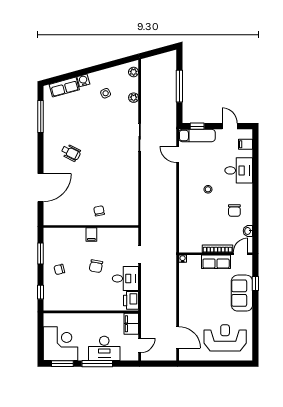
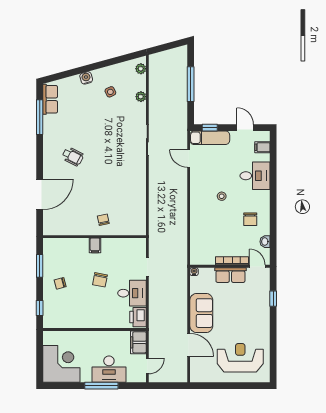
row of seats: (64, 87) -> (50, 99), moved, turned -75
door: (241, 254) -> (257, 266), hinge flipped
sofa: (242, 293) -> (201, 313), moved, turned 180
door: (178, 337) -> (189, 345), moved
window: (62, 364) -> (63, 386), removed

